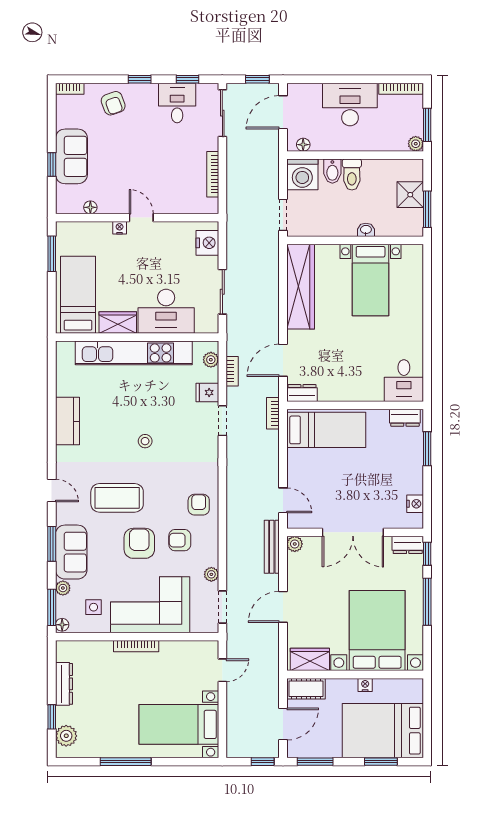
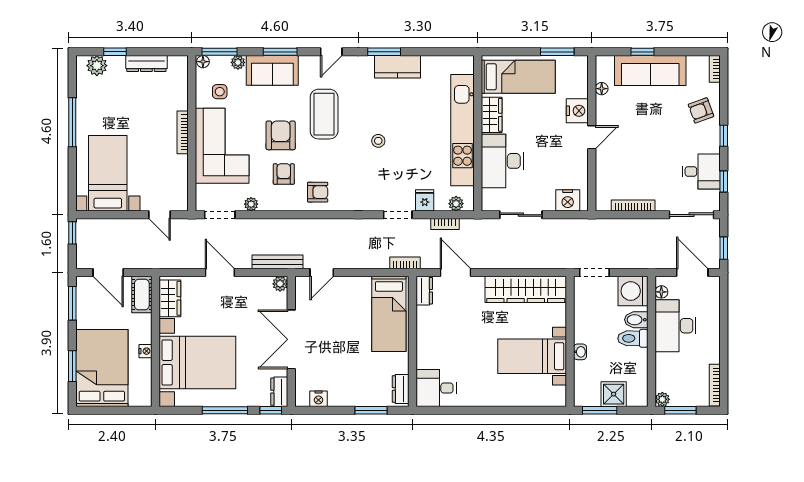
desk: (350, 104) -> (676, 326), moved, turned 180
sofa: (71, 156) -> (650, 71), width x1.36
nightstand: (120, 228) -> (577, 111), width x1.89, depth x1.79
window: (52, 435) -> (384, 52), added
armchair: (139, 543) -> (281, 135), turned -90
window: (263, 762) -> (72, 233), moved

